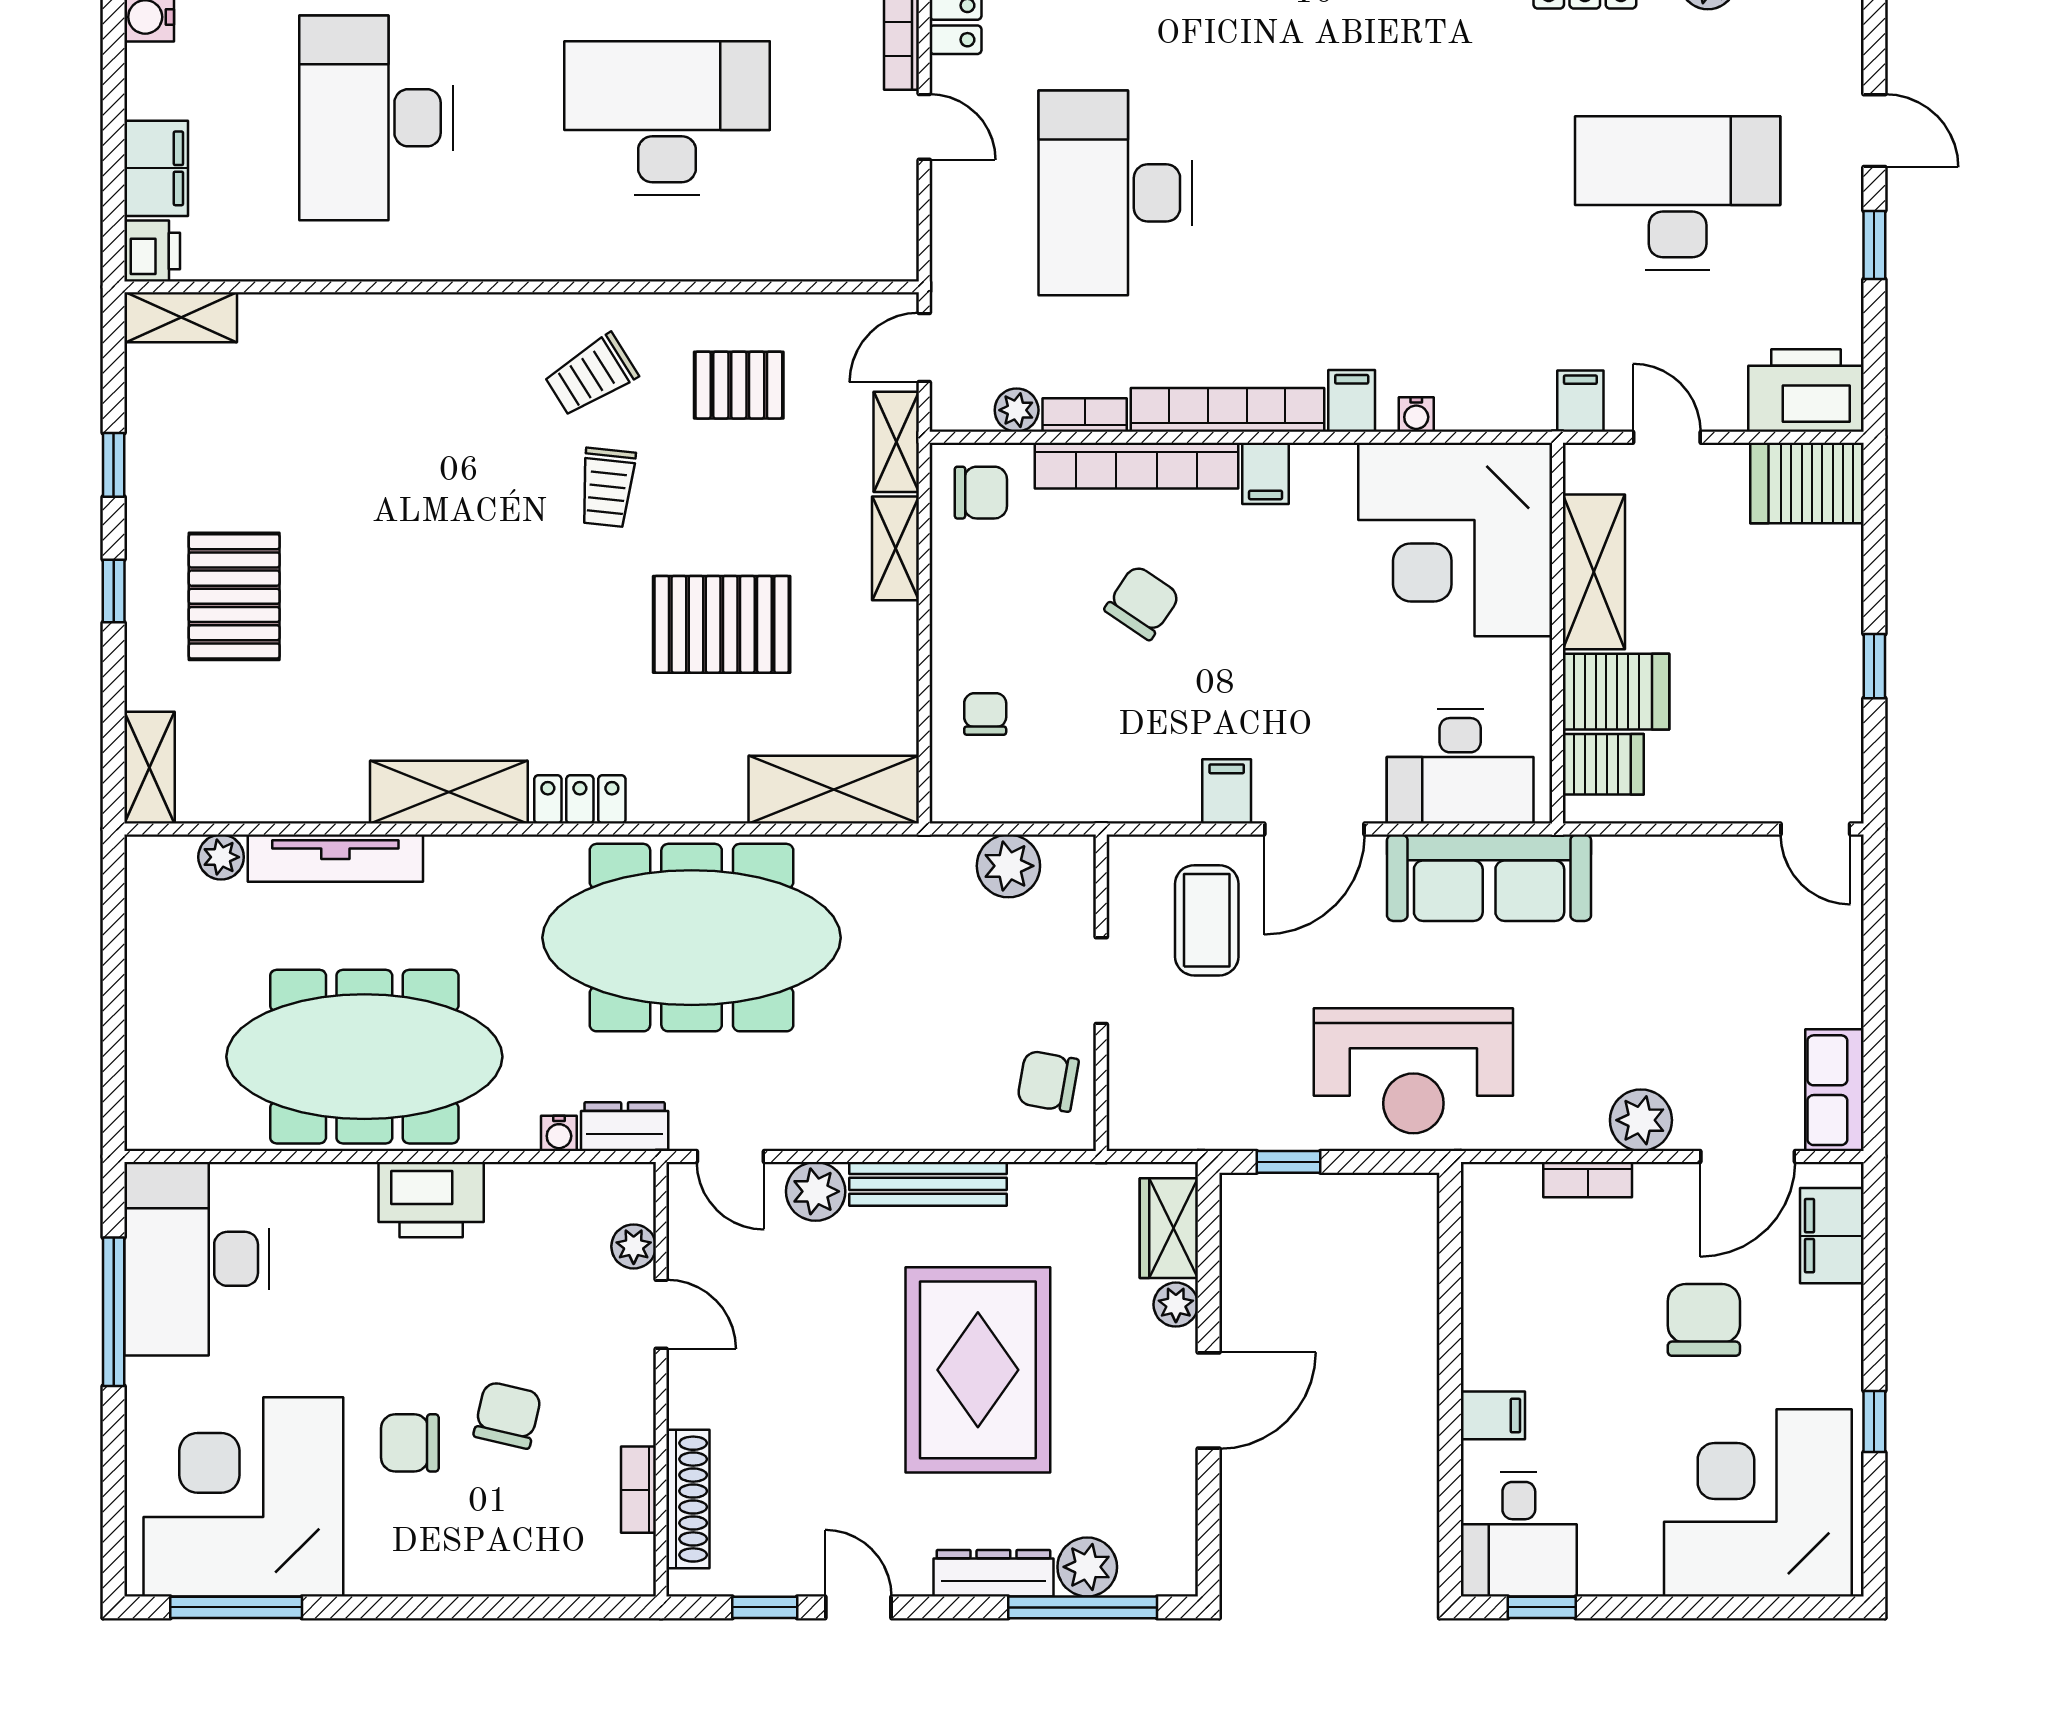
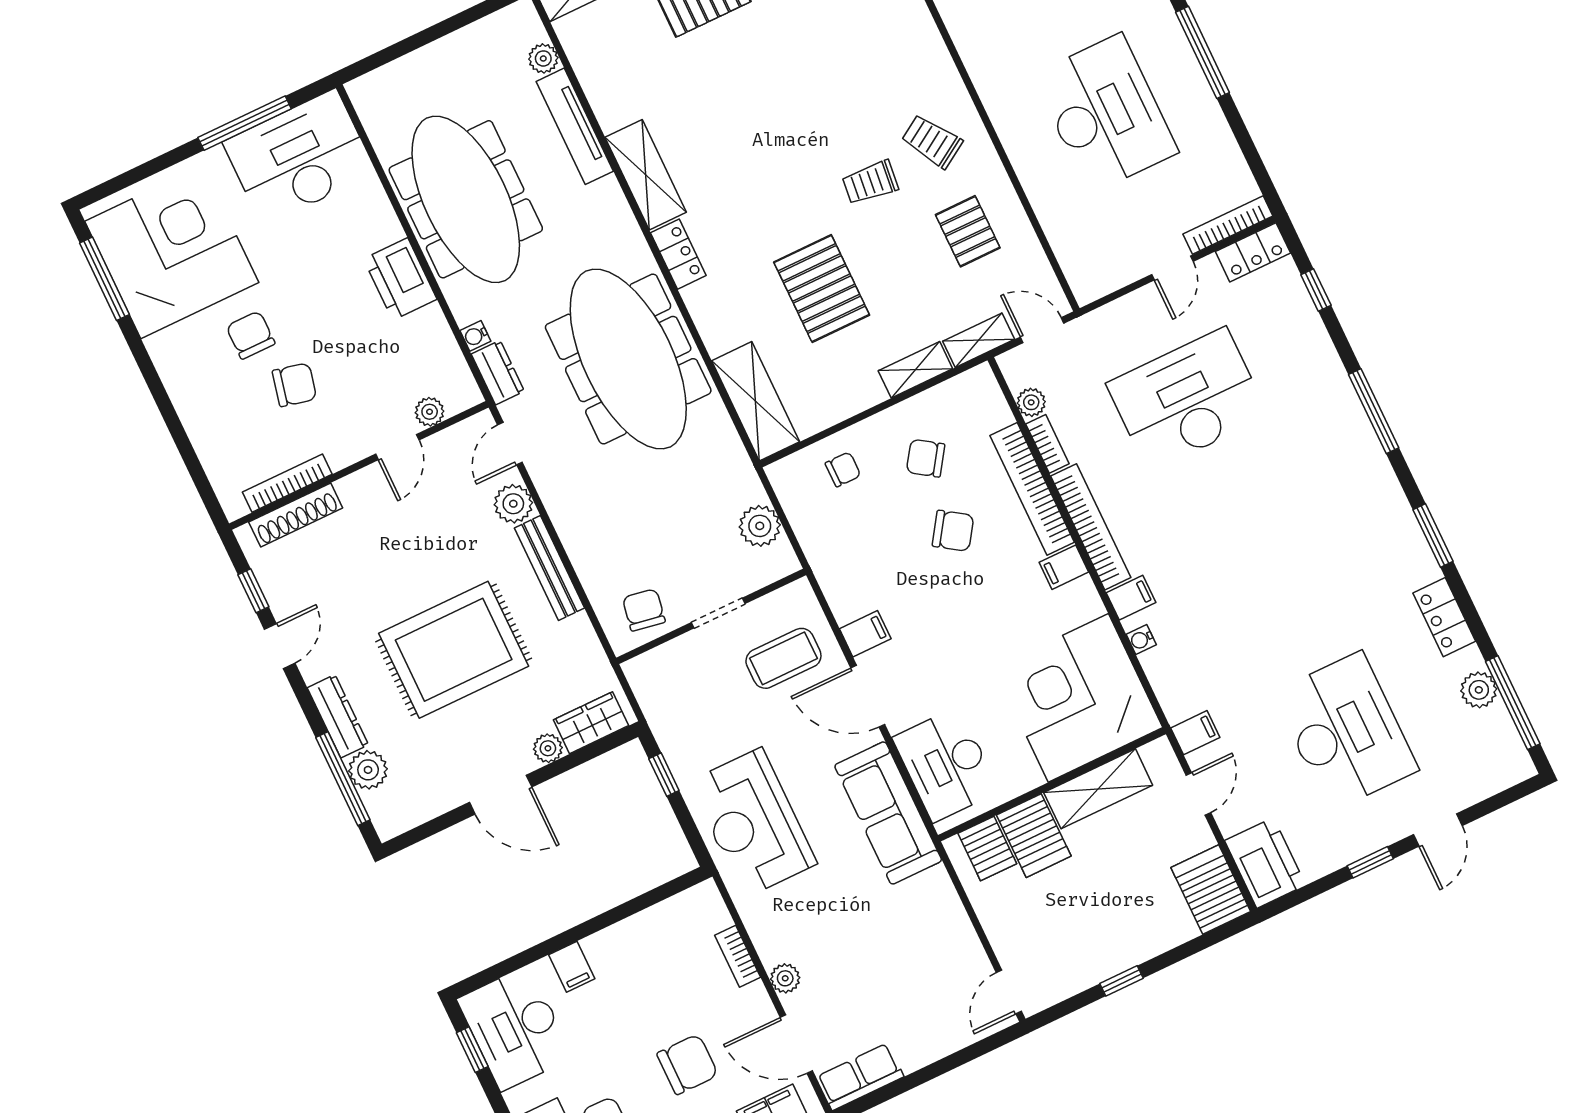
chair: (981, 493) -> (926, 458), moved, turned 124
plant: (1641, 1120) -> (785, 978), width x0.73, depth x0.73
bookcase: (638, 1490) -> (287, 483), width x1.56
desk: (1519, 1534) -> (515, 1028), width x1.37

